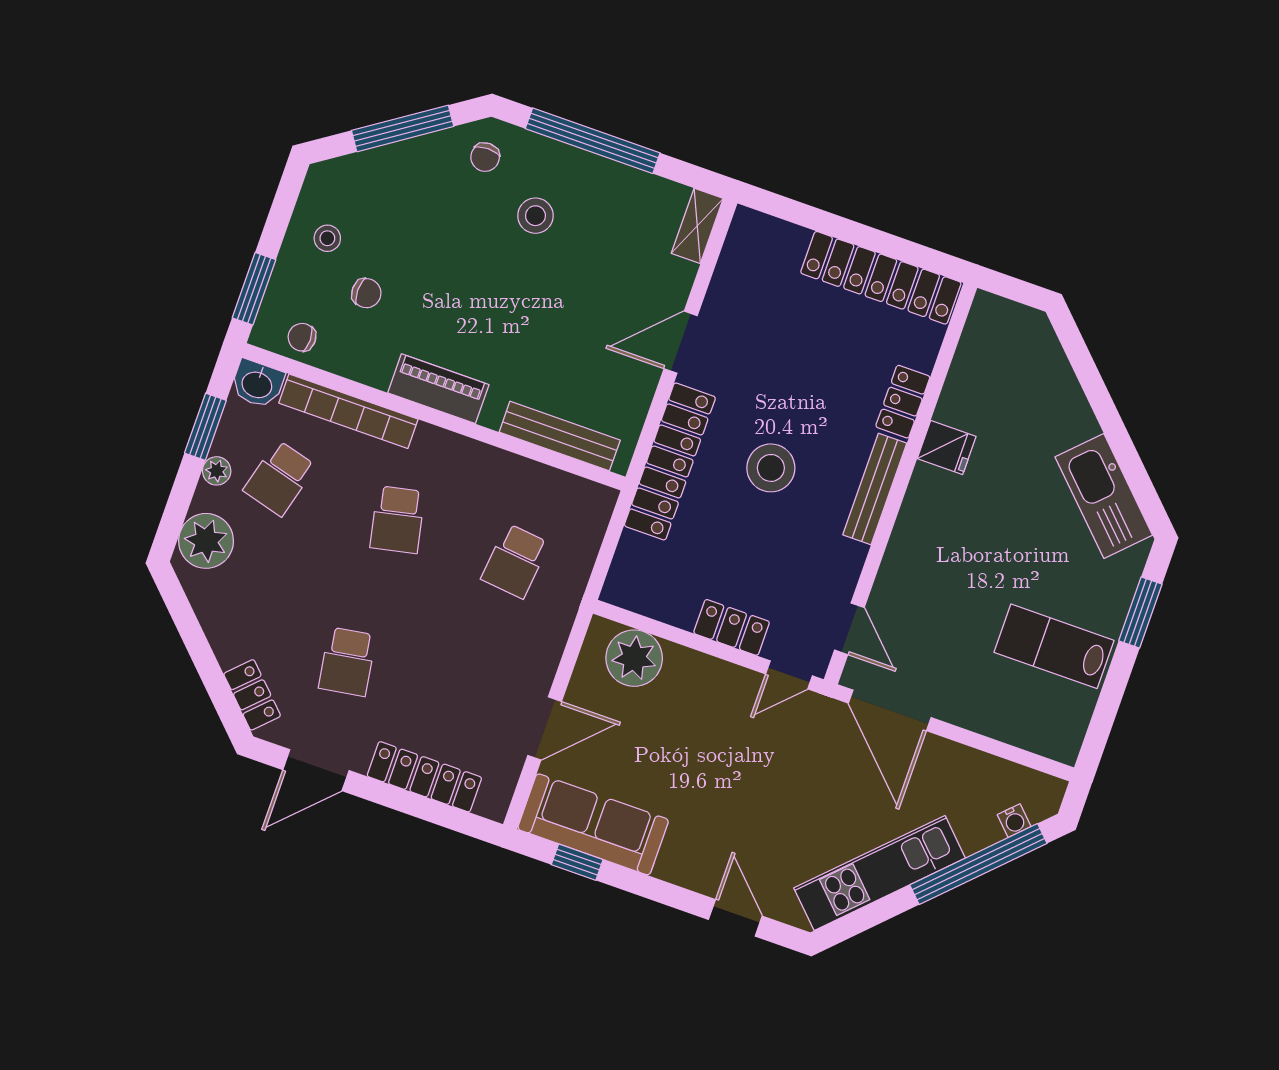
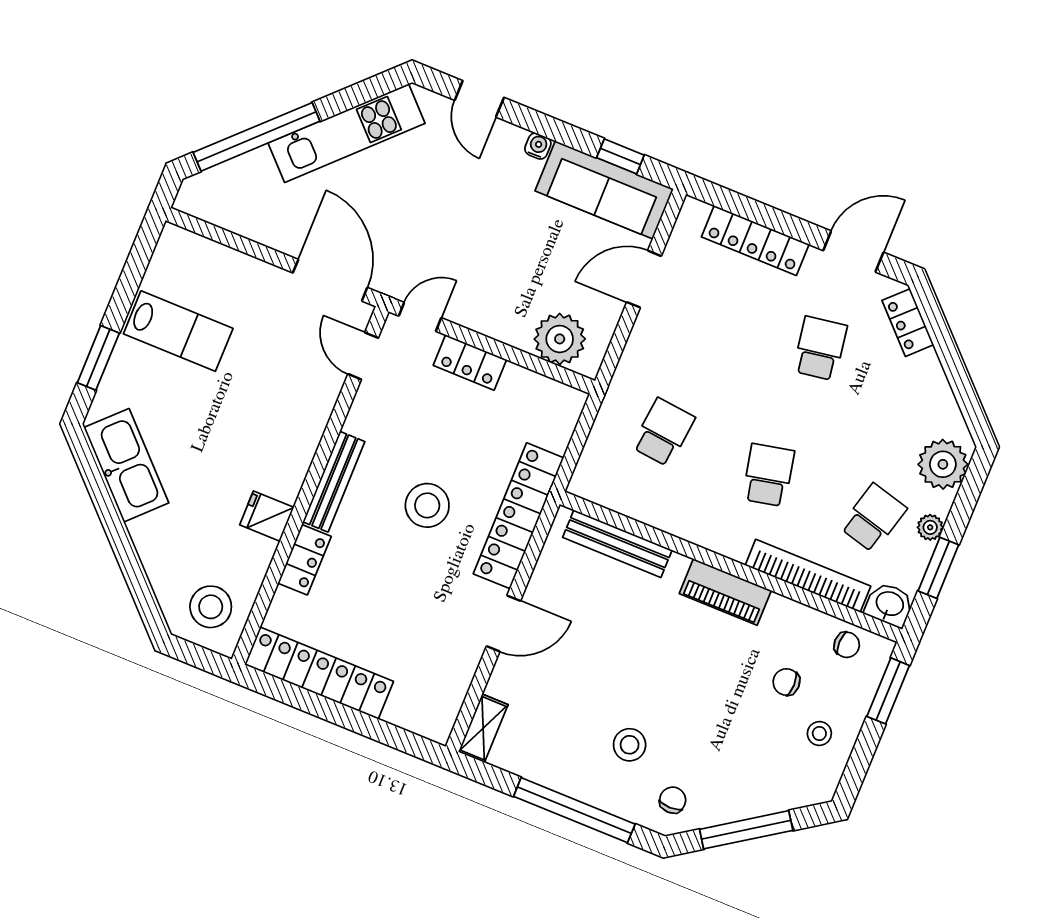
stool: (1003, 345) -> (211, 607), added
water cooler: (1014, 821) -> (538, 146), moved, turned 45

